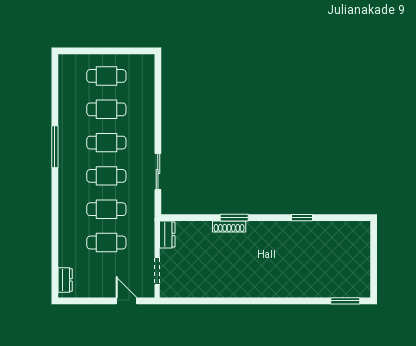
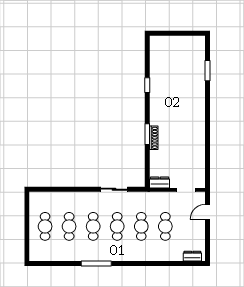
window: (345, 301) -> (208, 71), moved

